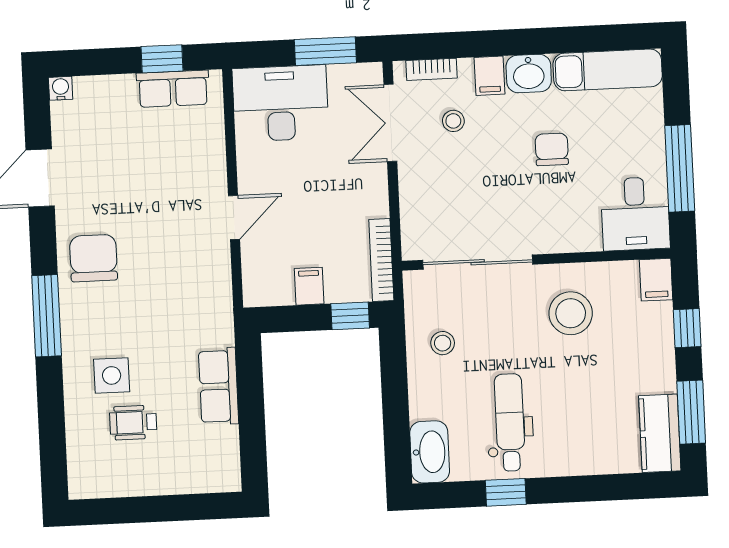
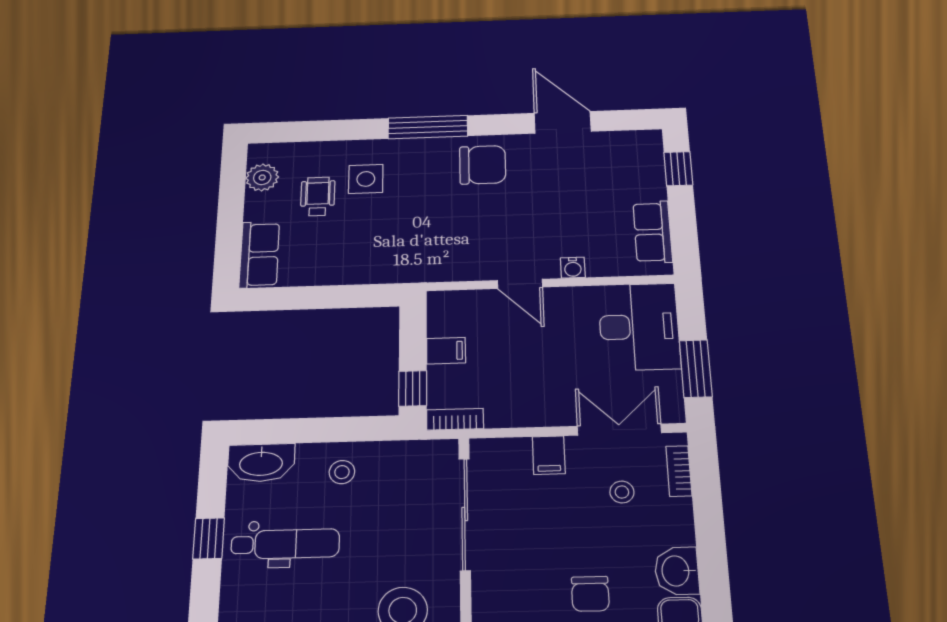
window: (162, 59) -> (678, 169), moved
filing cabinet: (490, 76) -> (549, 455), moved, turned -90
water cooler: (61, 88) -> (573, 268), moved, turned 90
chair: (552, 149) -> (590, 594), turned 90
bookcase: (381, 260) -> (455, 419), width x0.64
stool: (443, 343) -> (342, 472), moved
row of seats: (219, 386) -> (259, 254), moved, turned 90
plant: (110, 481) -> (262, 177), added

